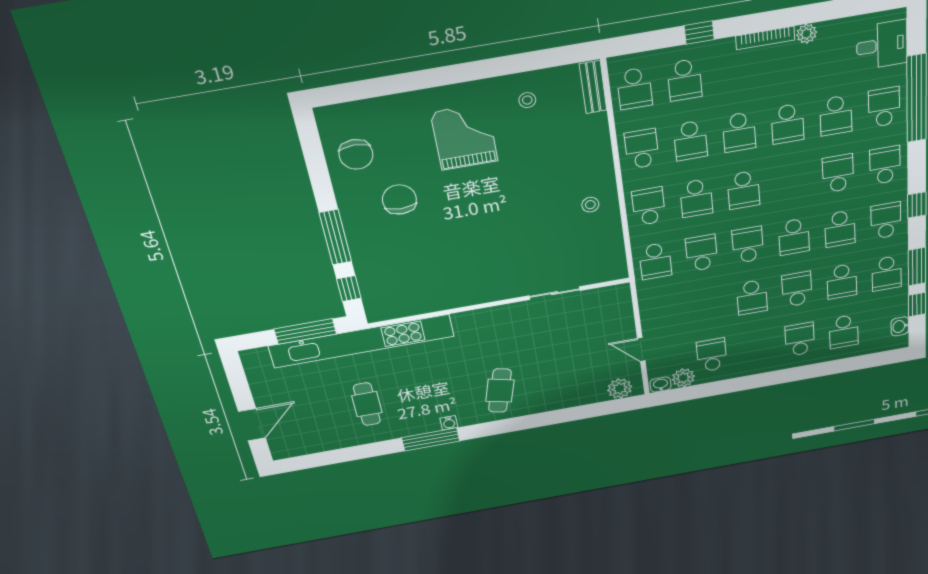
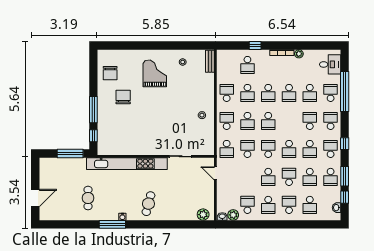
school desk: (635, 88) -> (268, 205), moved
kitchen unit: (362, 341) -> (127, 164), moved
door: (641, 350) -> (215, 173), moved

